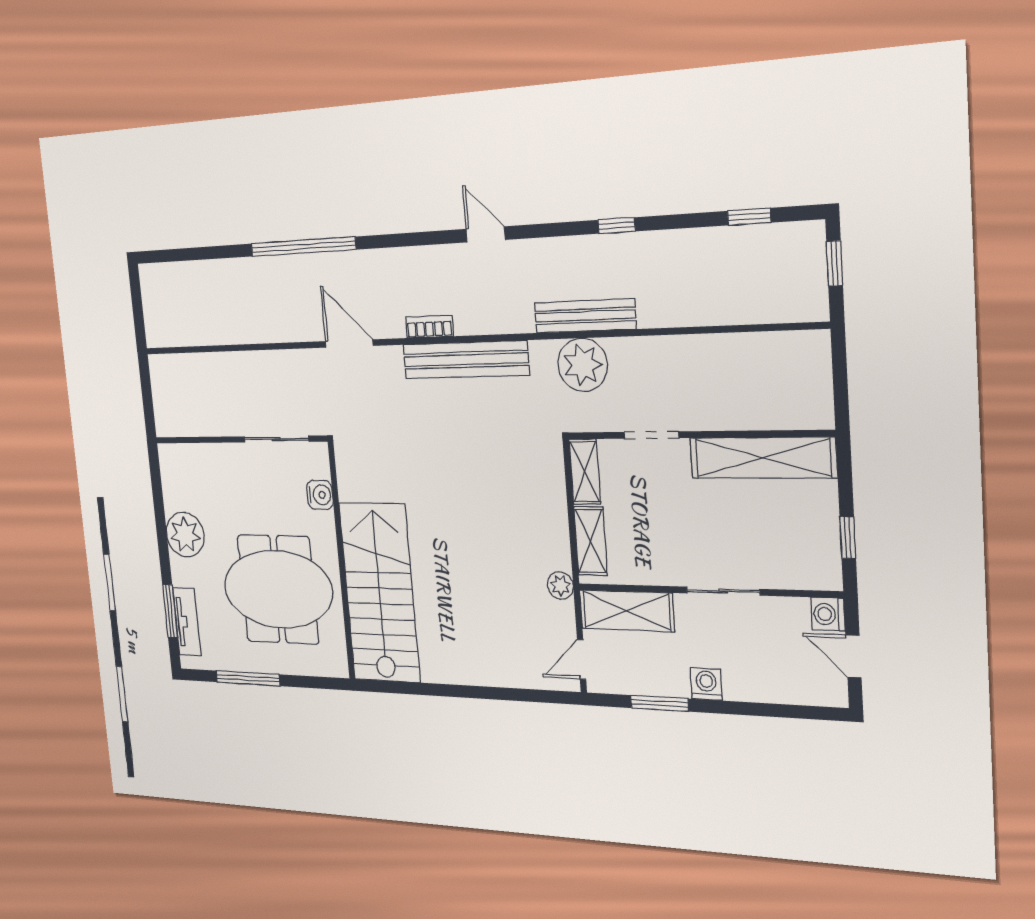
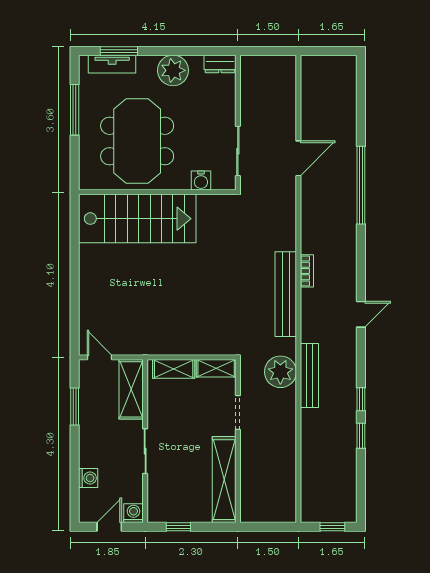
window: (749, 217) -> (361, 436), moved
door: (349, 343) -> (298, 158), moved
dresser: (170, 466) -> (220, 64), added
plant: (560, 586) -> (146, 347), removed
washing machine: (706, 684) -> (88, 478), moved

